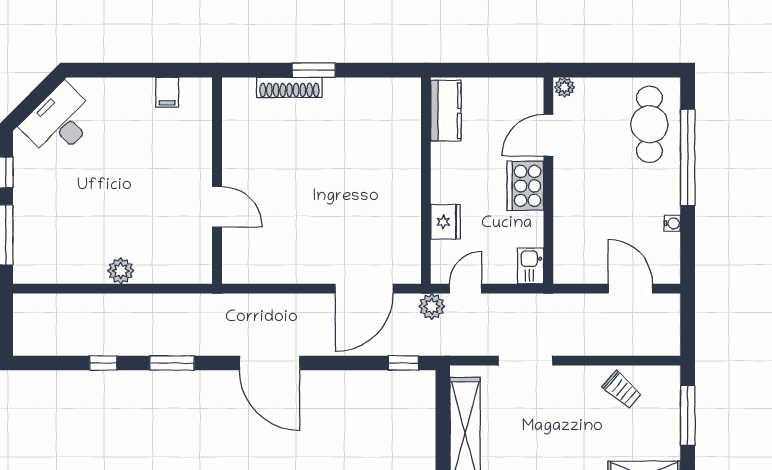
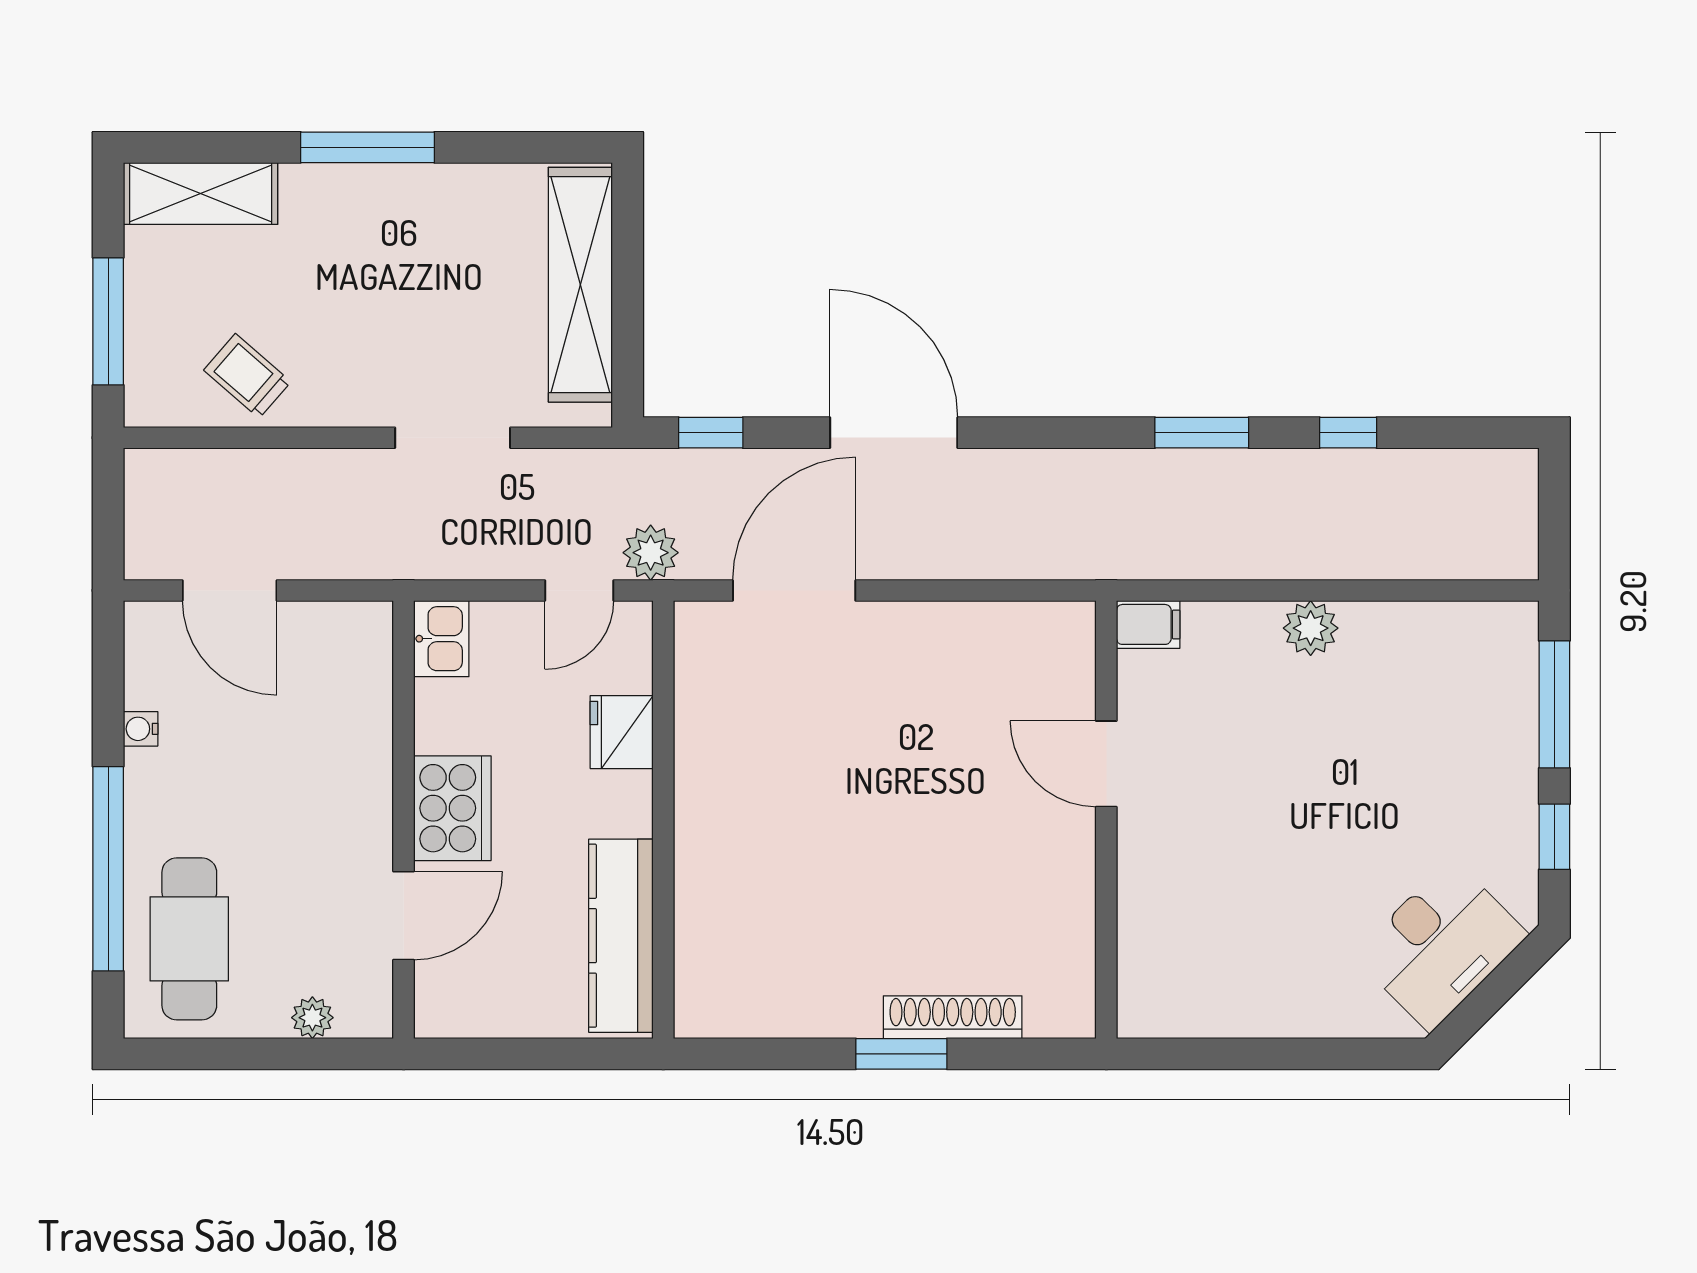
plant: (564, 87) -> (312, 1018), moved
filing cabinet: (167, 92) -> (1148, 624), moved, turned 90
kitchen counter: (446, 111) -> (621, 936), width x1.50
door: (270, 363) -> (894, 433), moved

